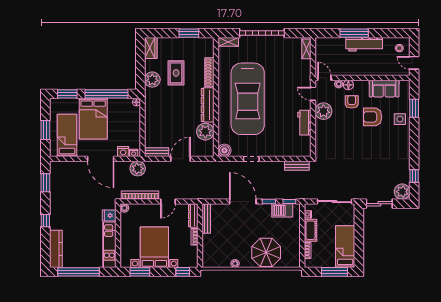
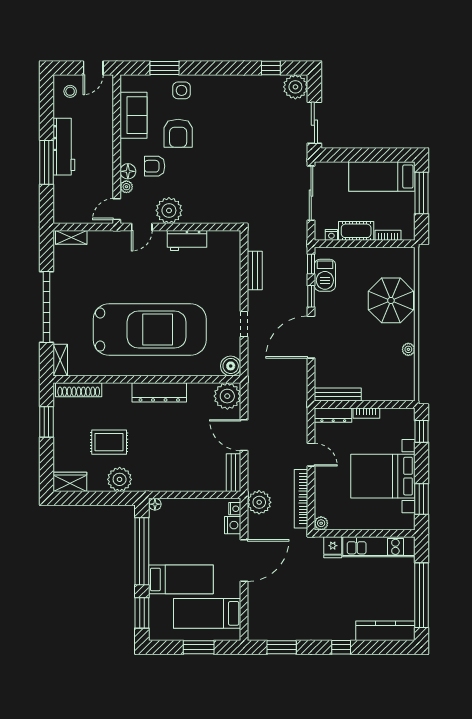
shoe rack: (209, 72) -> (79, 390), moved
bed: (93, 119) -> (181, 579), width x0.67
plant: (205, 132) -> (227, 396), moved
bench: (297, 166) -> (255, 271), moved

